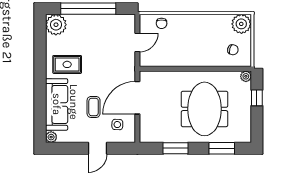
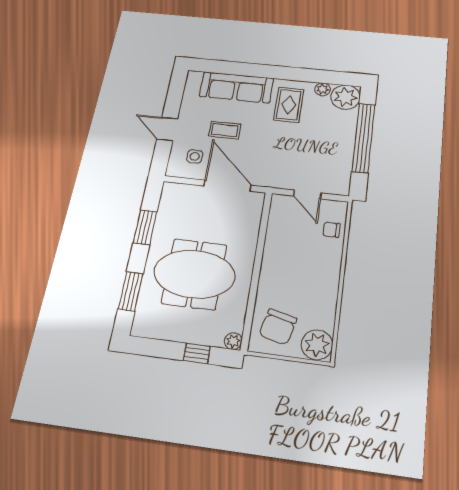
chair: (233, 50) -> (278, 327), width x1.87, depth x1.87
plant: (51, 137) -> (322, 89), moved

